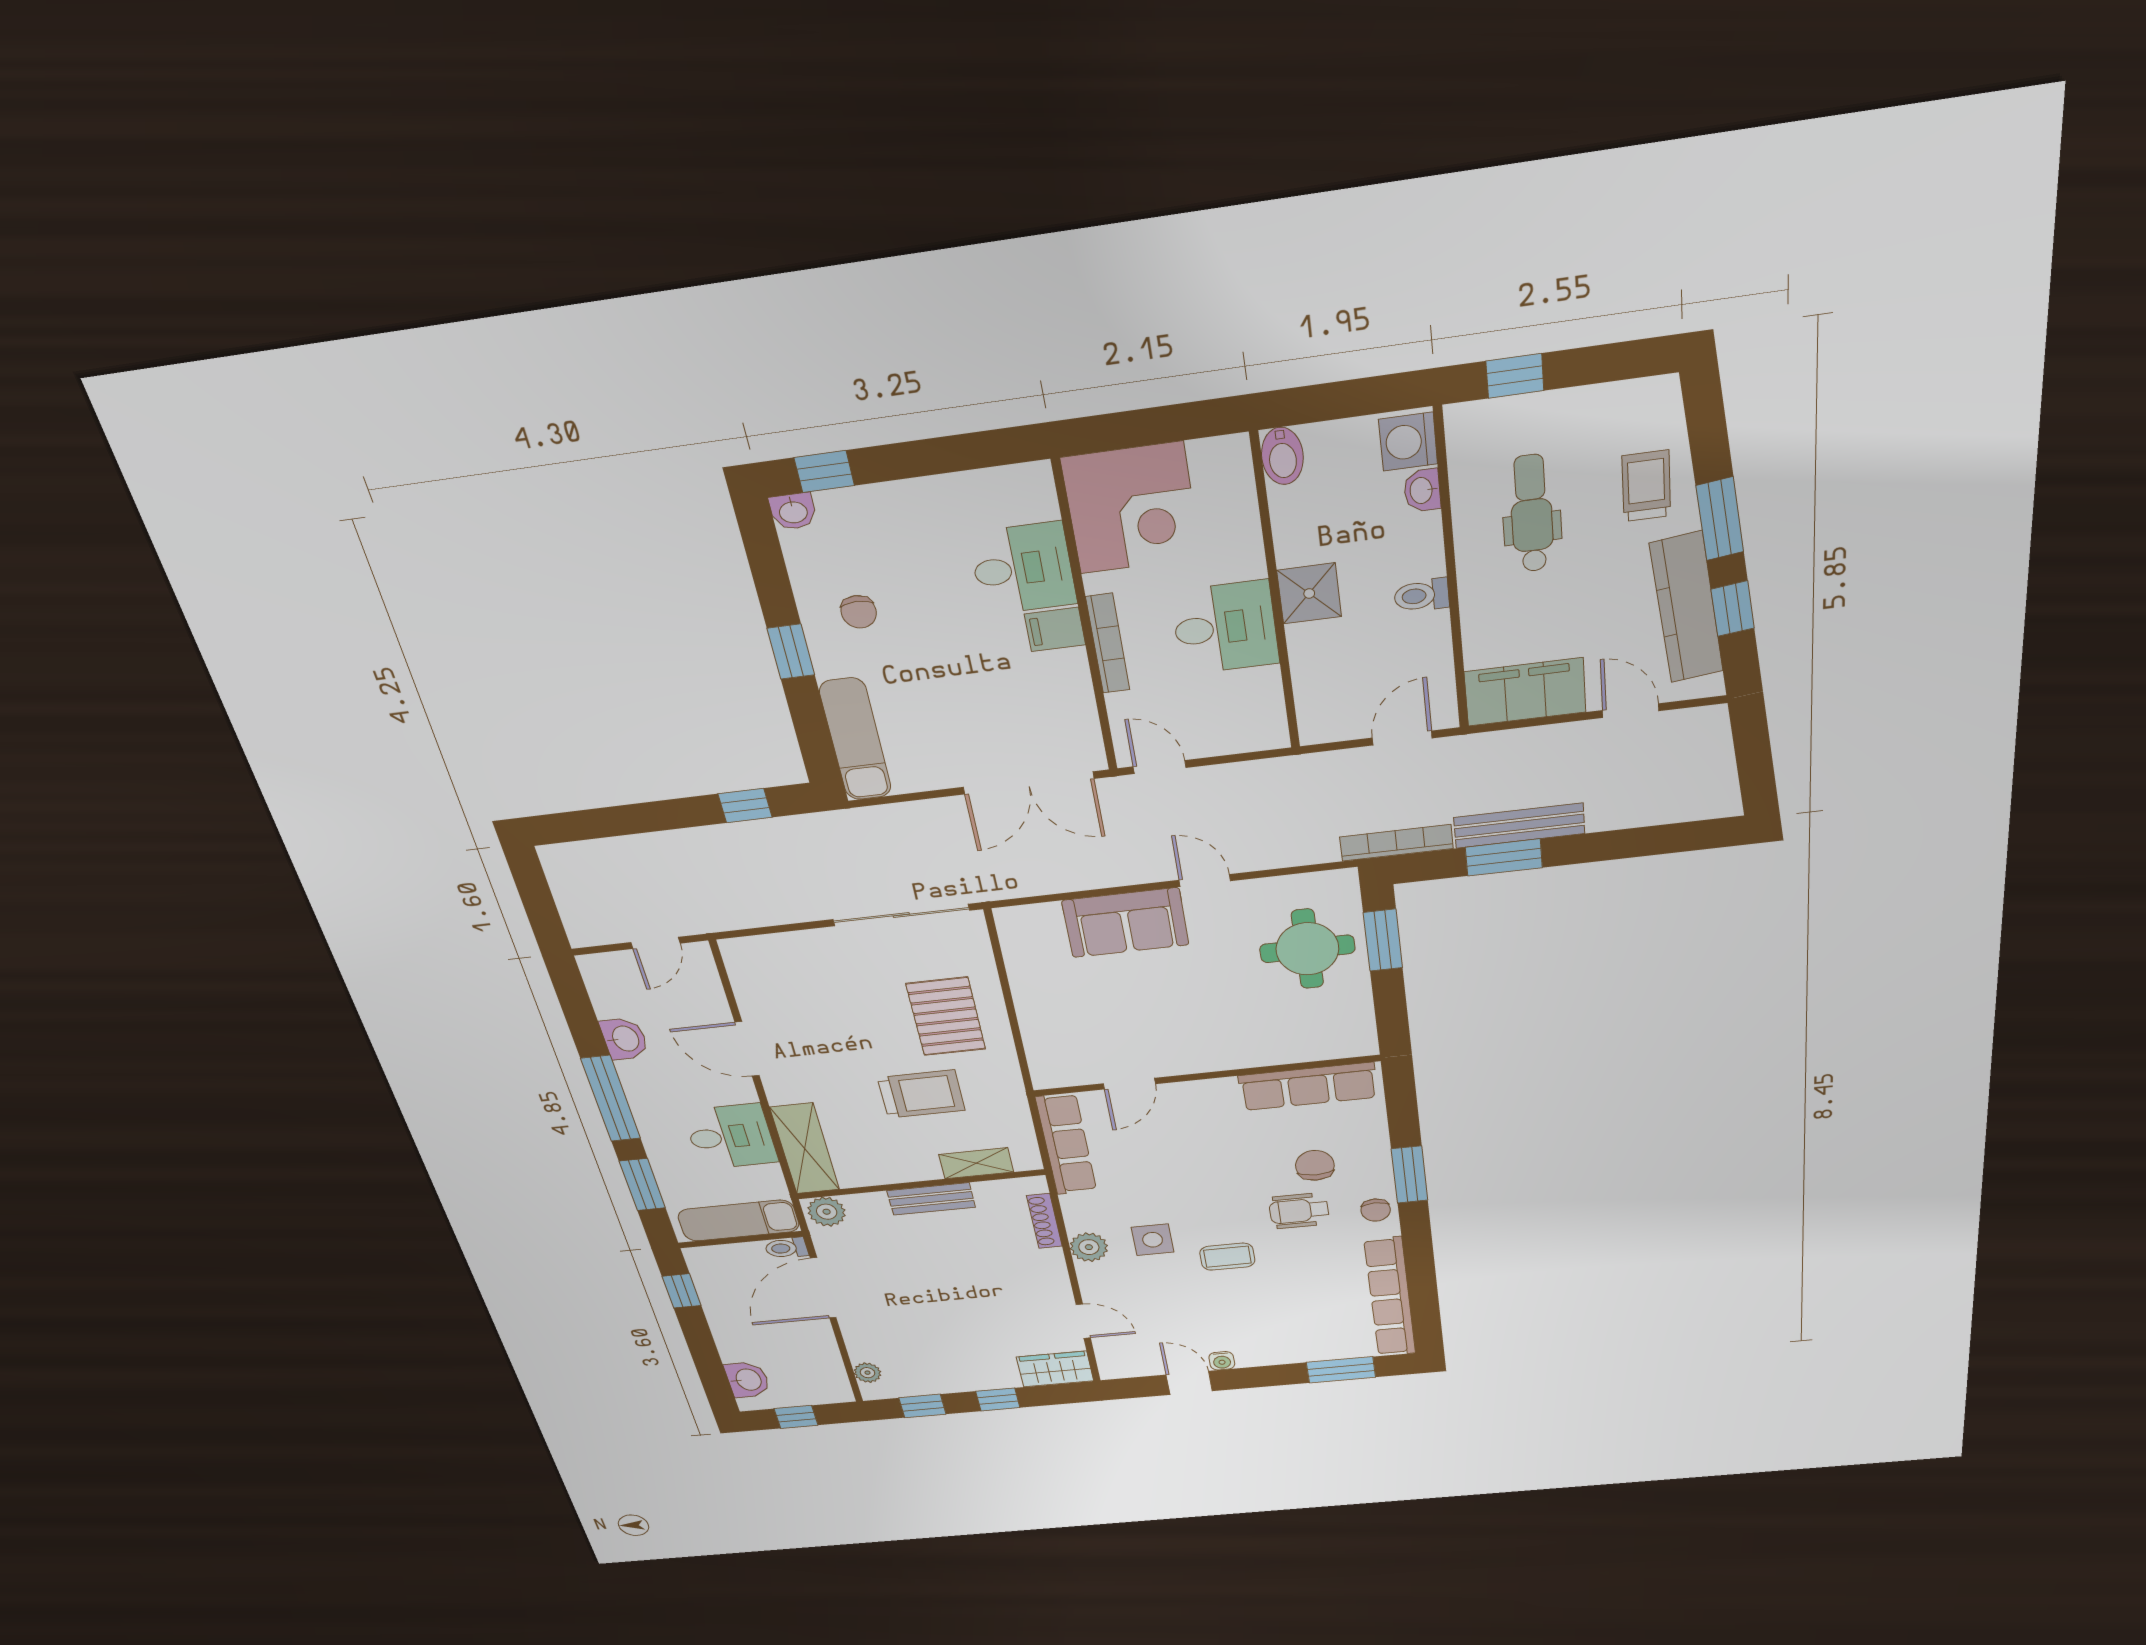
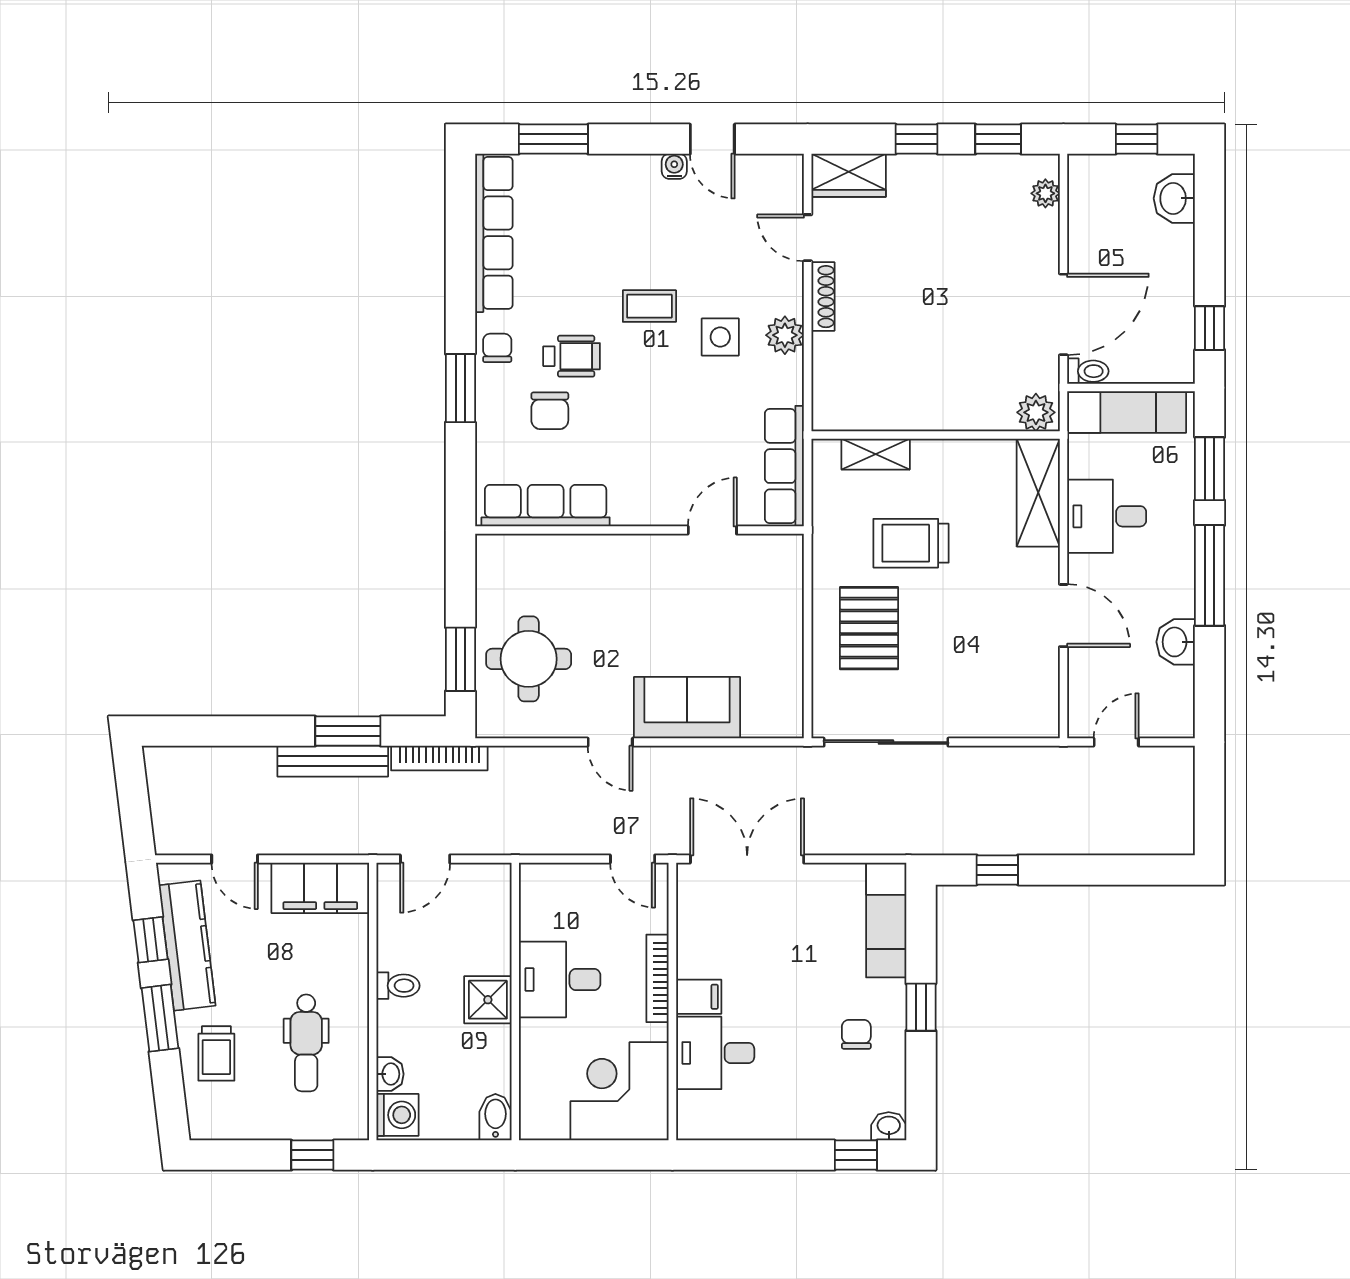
bench: (931, 1199) -> (929, 416), removed
shoe rack: (1044, 1221) -> (823, 297), moved

